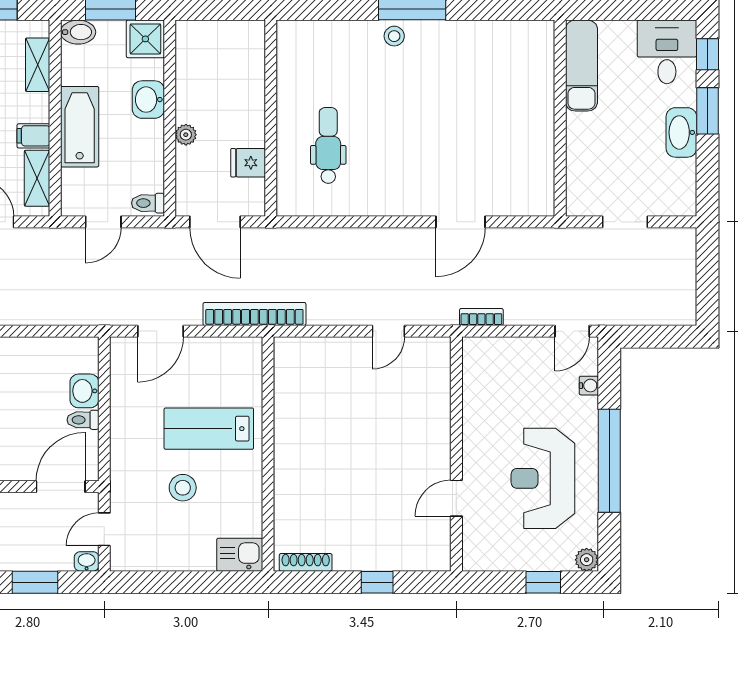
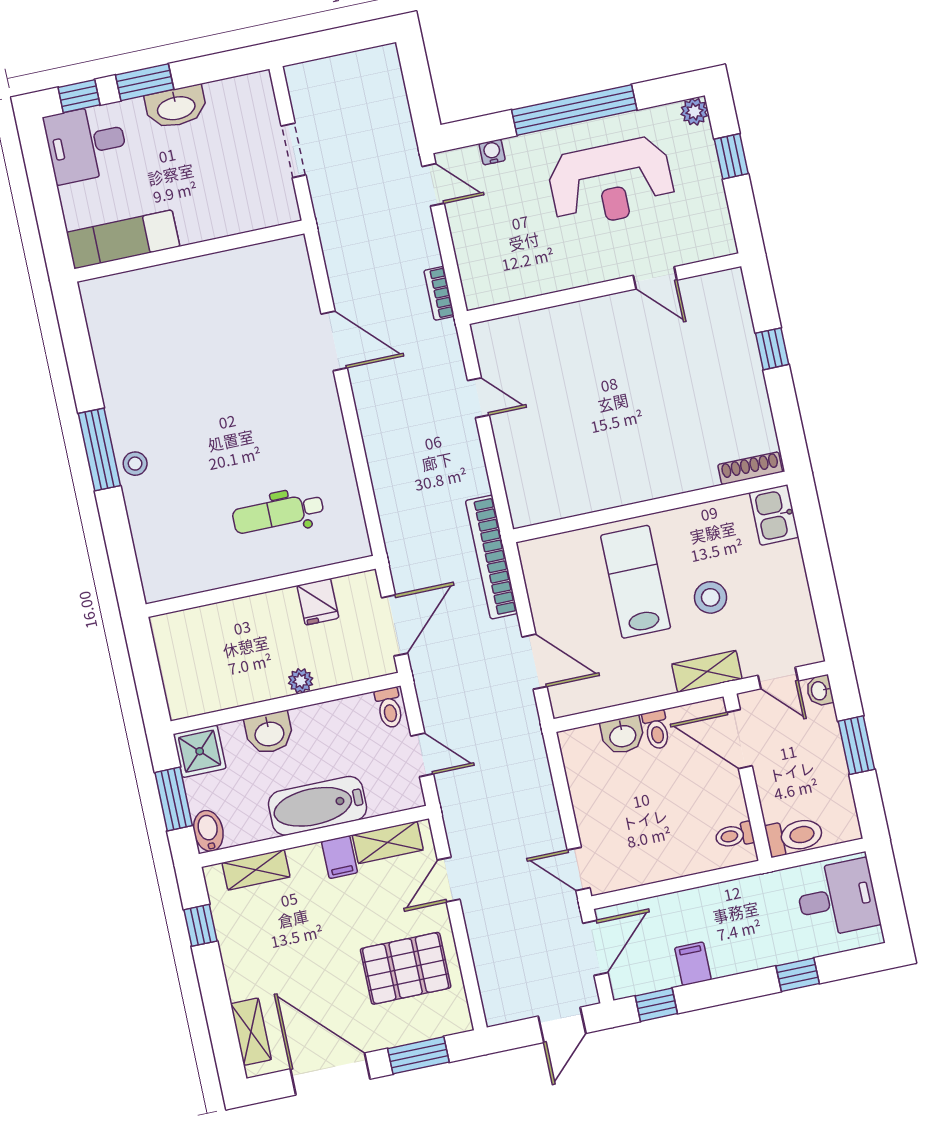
lab bench: (209, 429) -> (636, 582), turned 180
shelving: (122, 472) -> (707, 671), added
shoe rack: (306, 562) -> (750, 468), moved, turned 90

